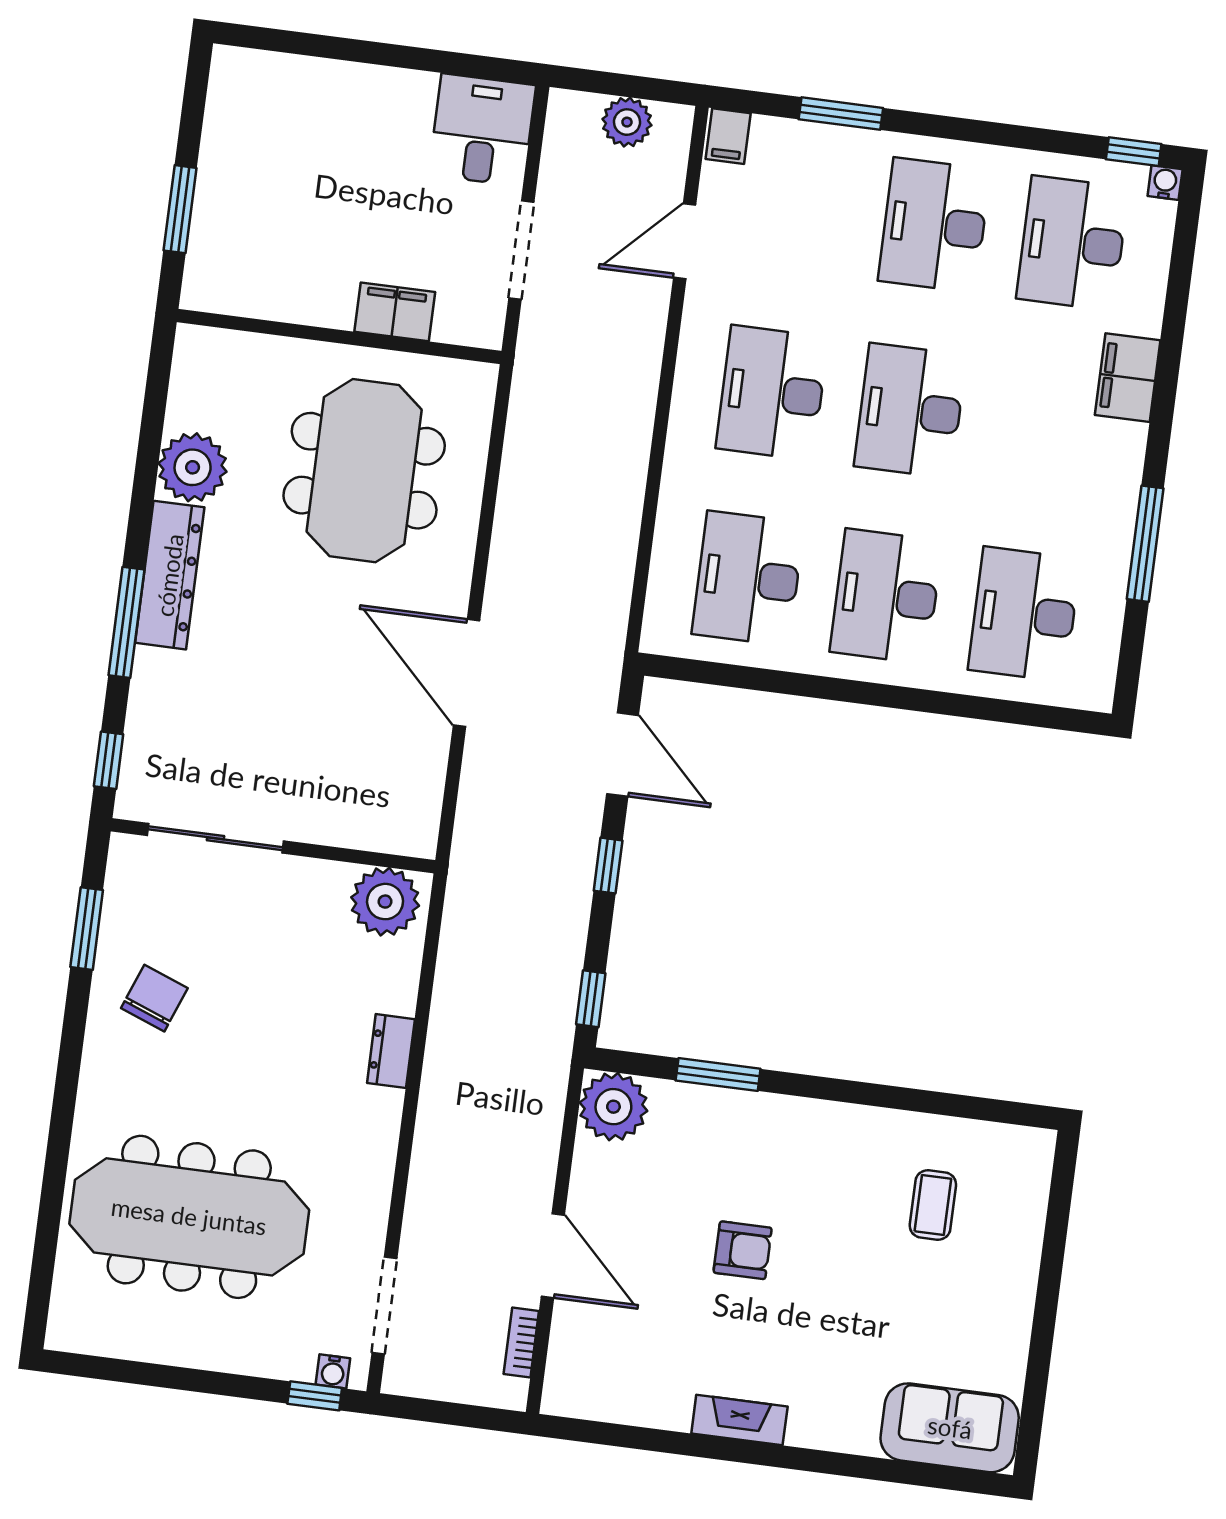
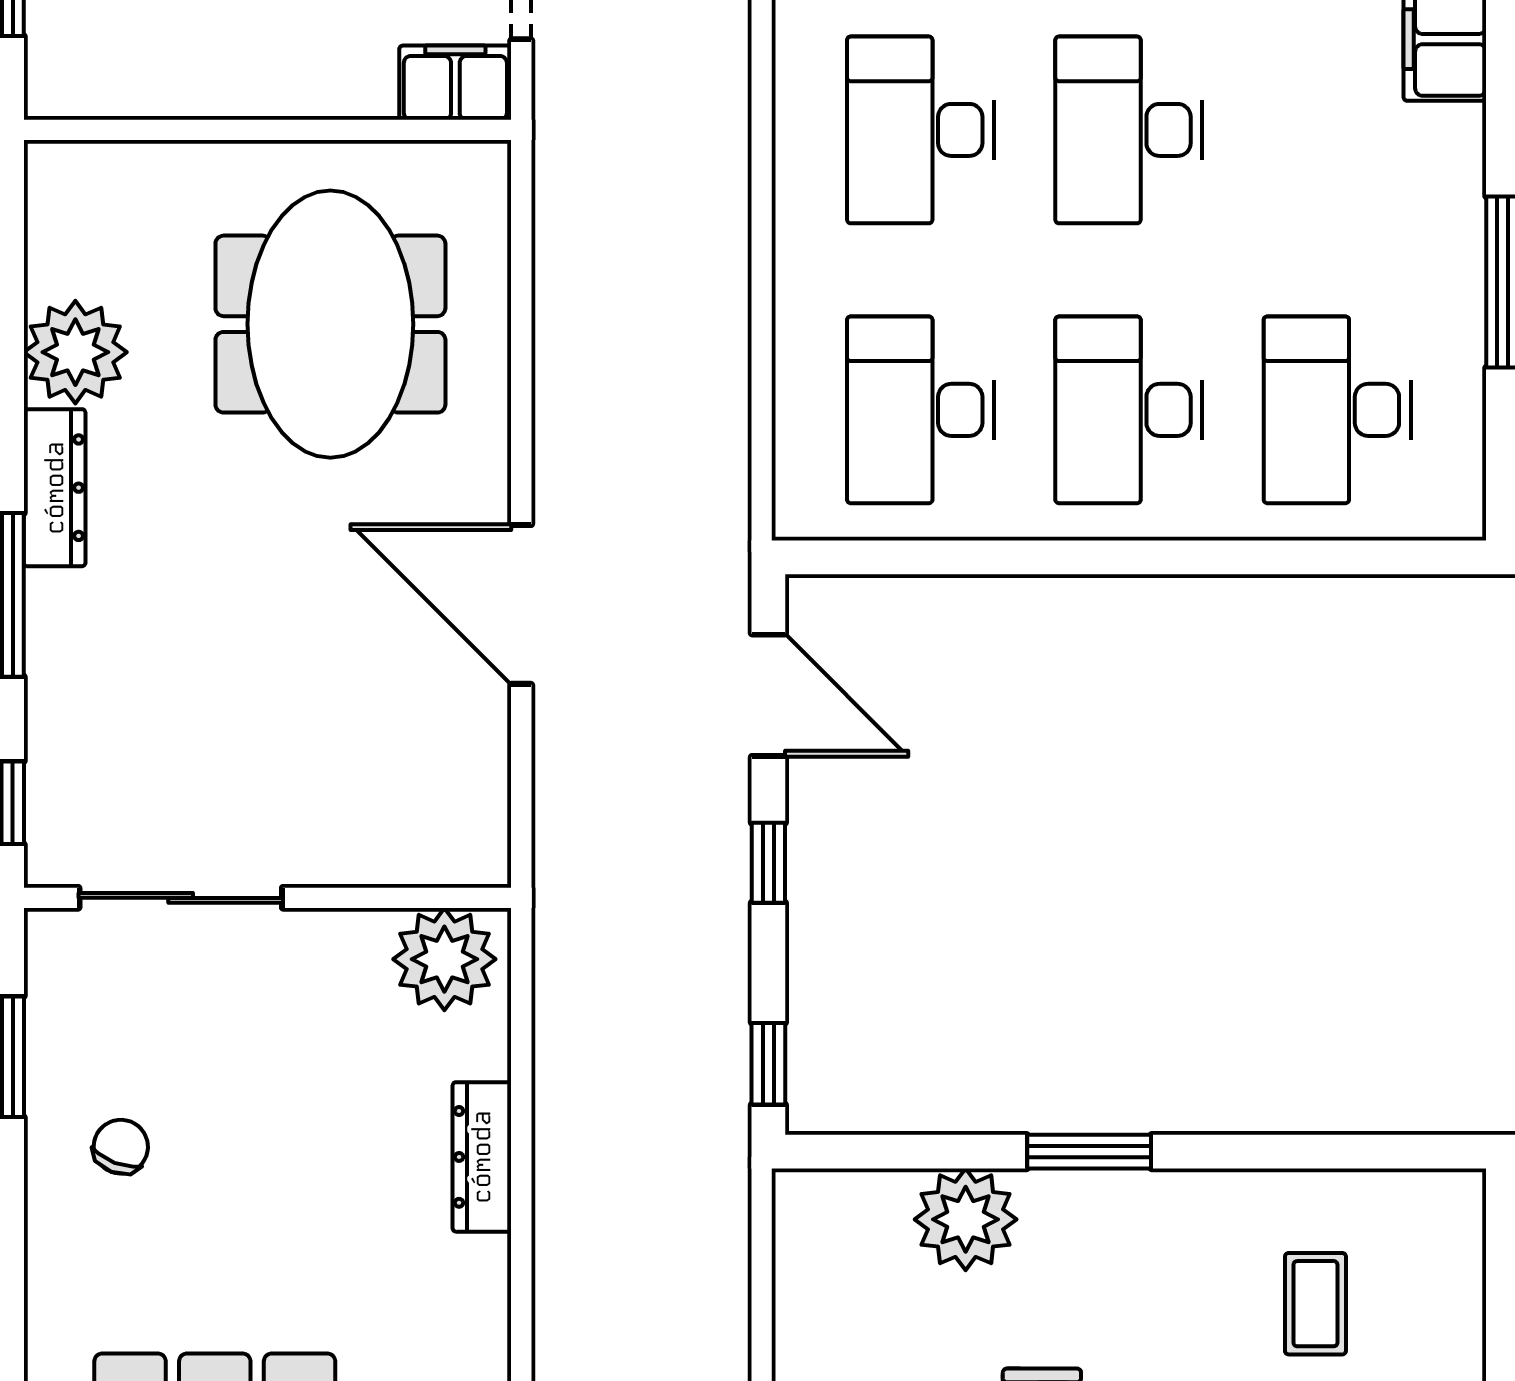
filing cabinet: (395, 312) -> (455, 83), moved
dresser: (170, 575) -> (55, 488), width x0.73, depth x0.80
chair: (154, 998) -> (121, 1147), width x0.73, depth x0.73
dresser: (391, 1051) -> (482, 1157), width x1.44
window: (718, 1075) -> (1089, 1152), moved
plant: (613, 1107) -> (966, 1219), moved

